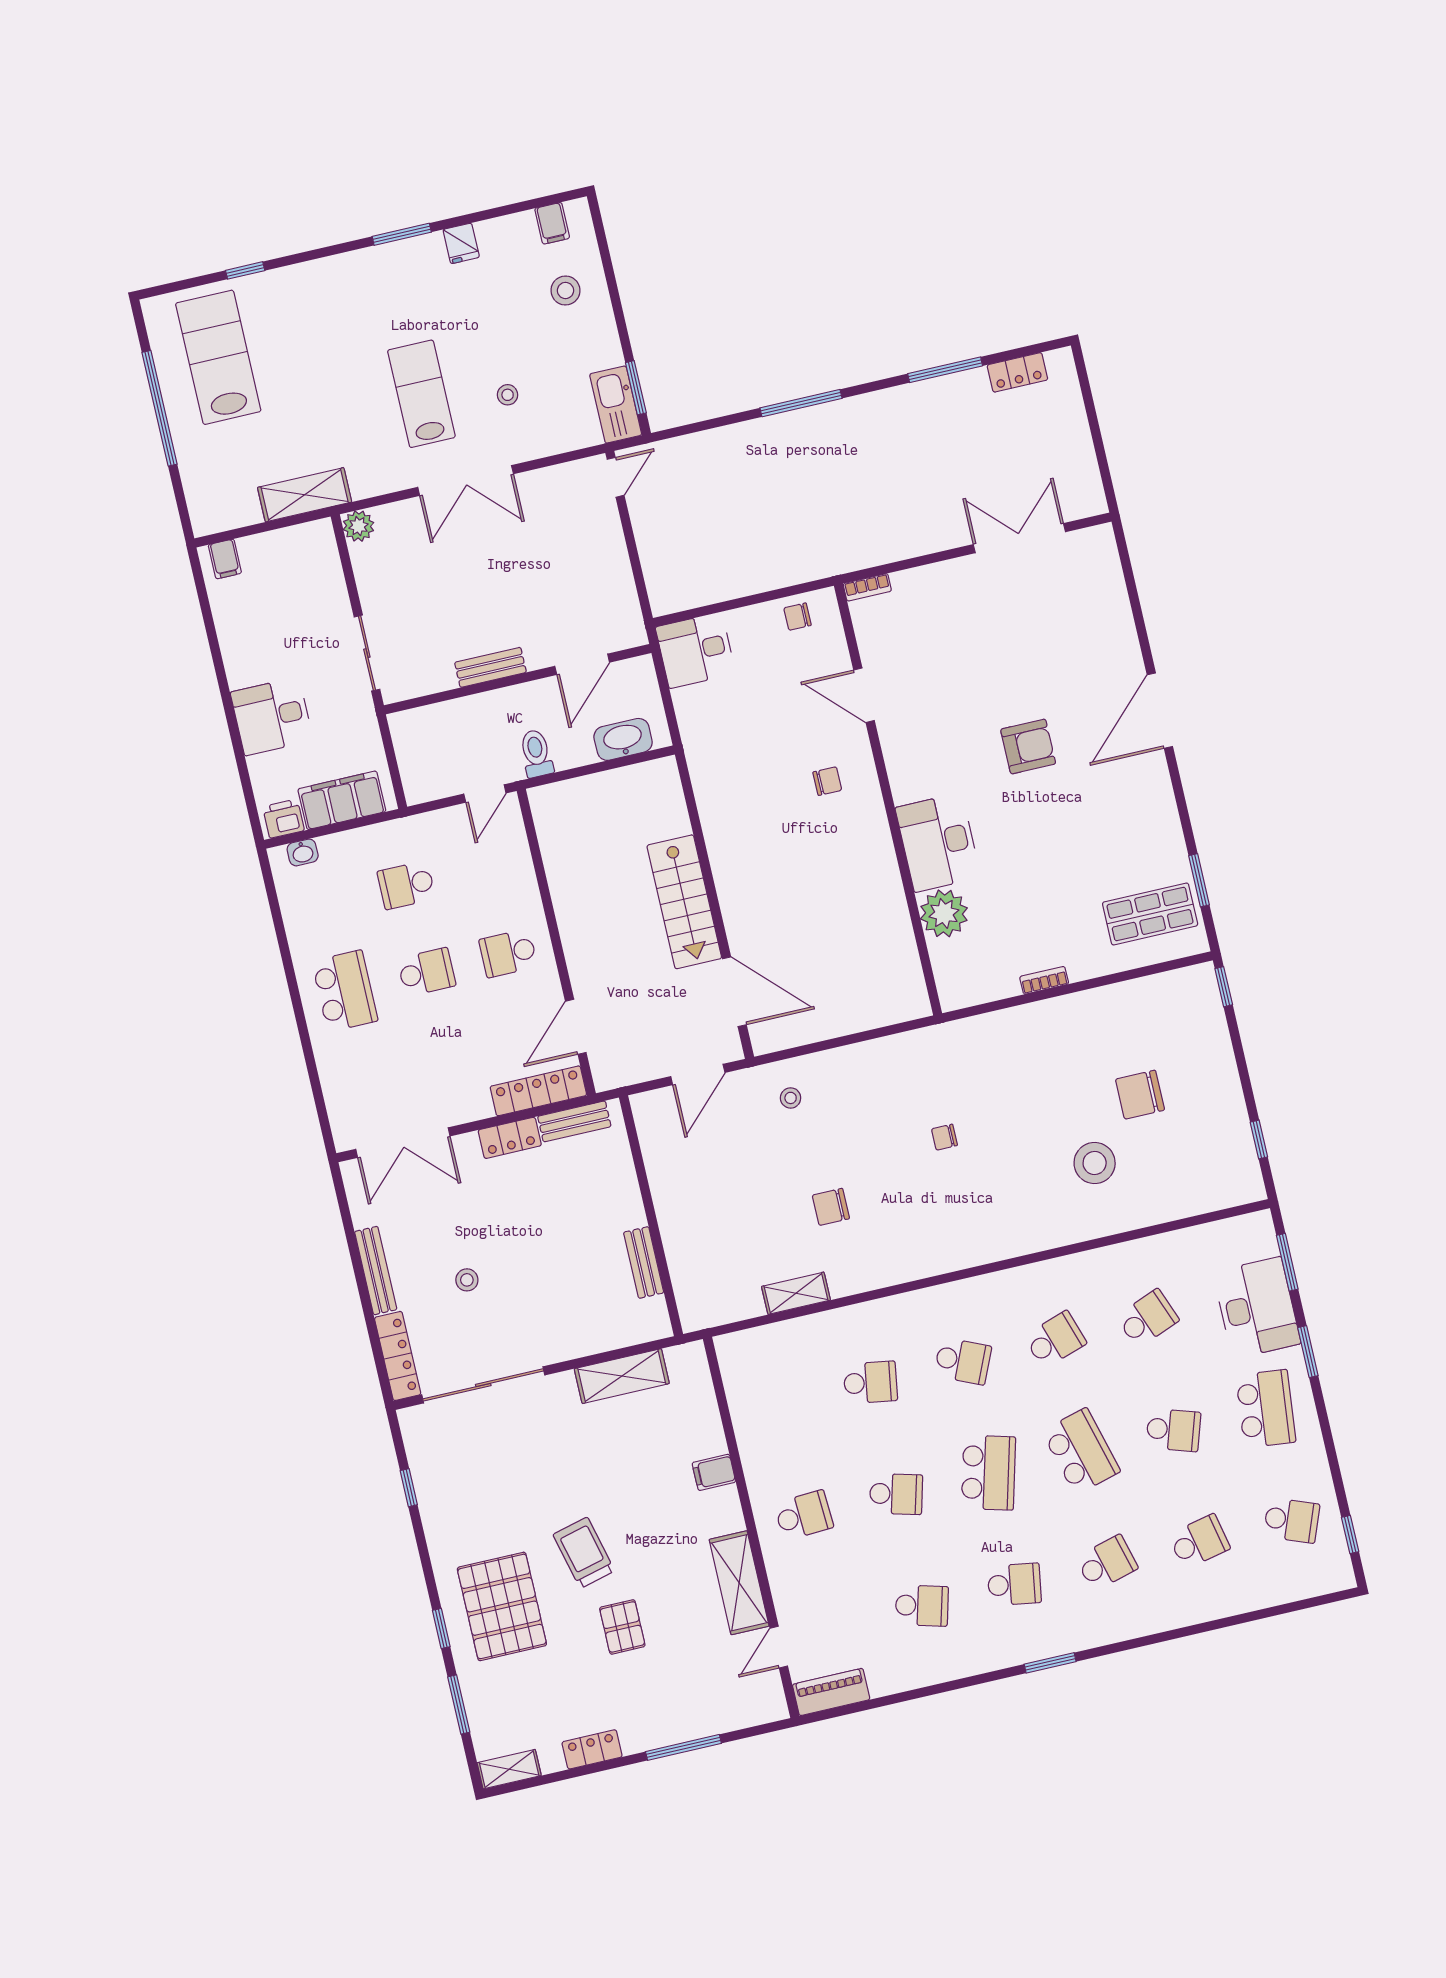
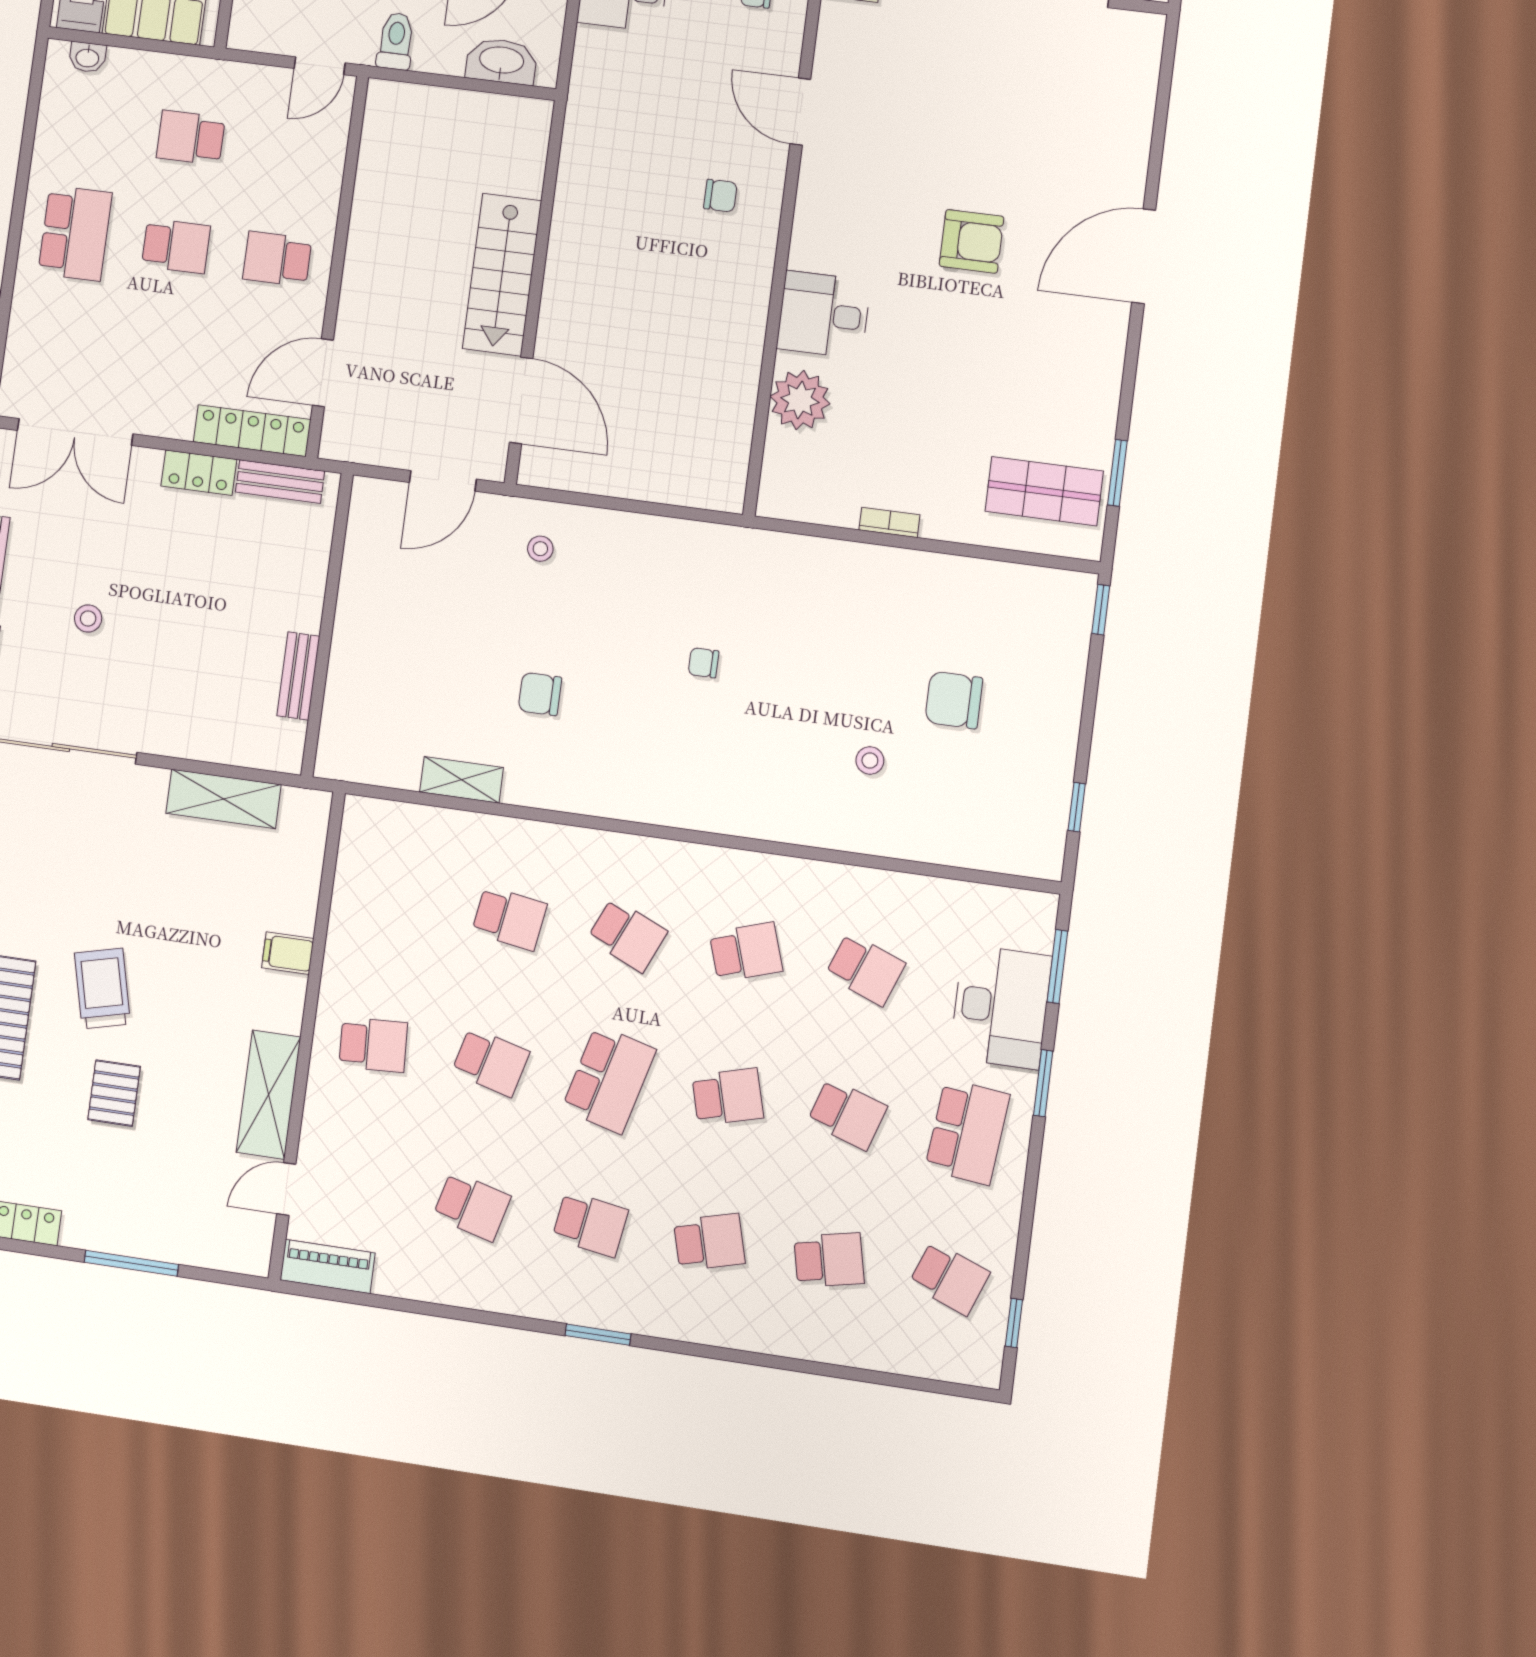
desk: (938, 842) -> (824, 315), width x0.73
stool: (1095, 1163) -> (870, 760), width x0.53, depth x0.53
school desk: (1148, 1318) -> (865, 969), turned 42
school desk: (1081, 1451) -> (728, 1097), width x0.54

